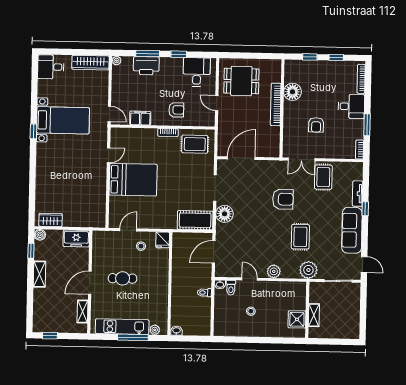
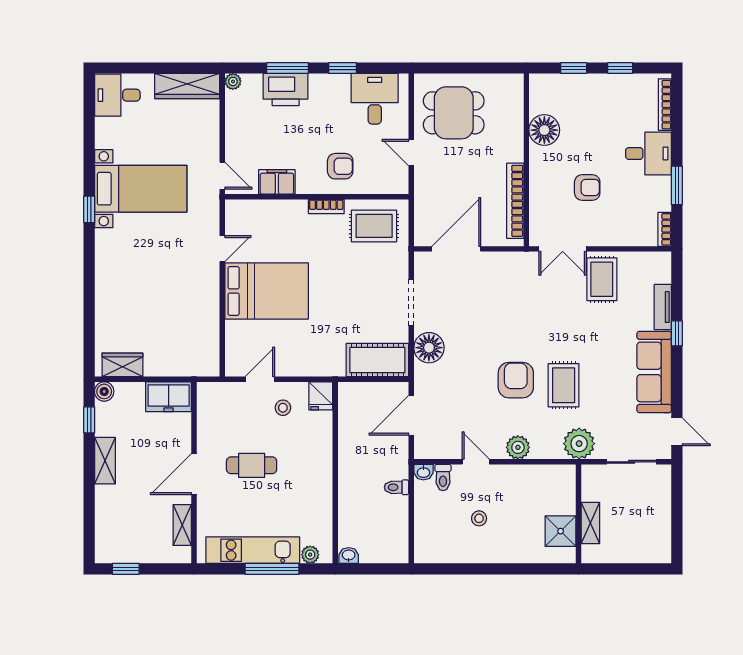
bookcase: (276, 104) -> (515, 201), moved
armchair: (316, 125) -> (587, 187), turned -90
armchair: (283, 199) -> (516, 380), moved, turned -90

